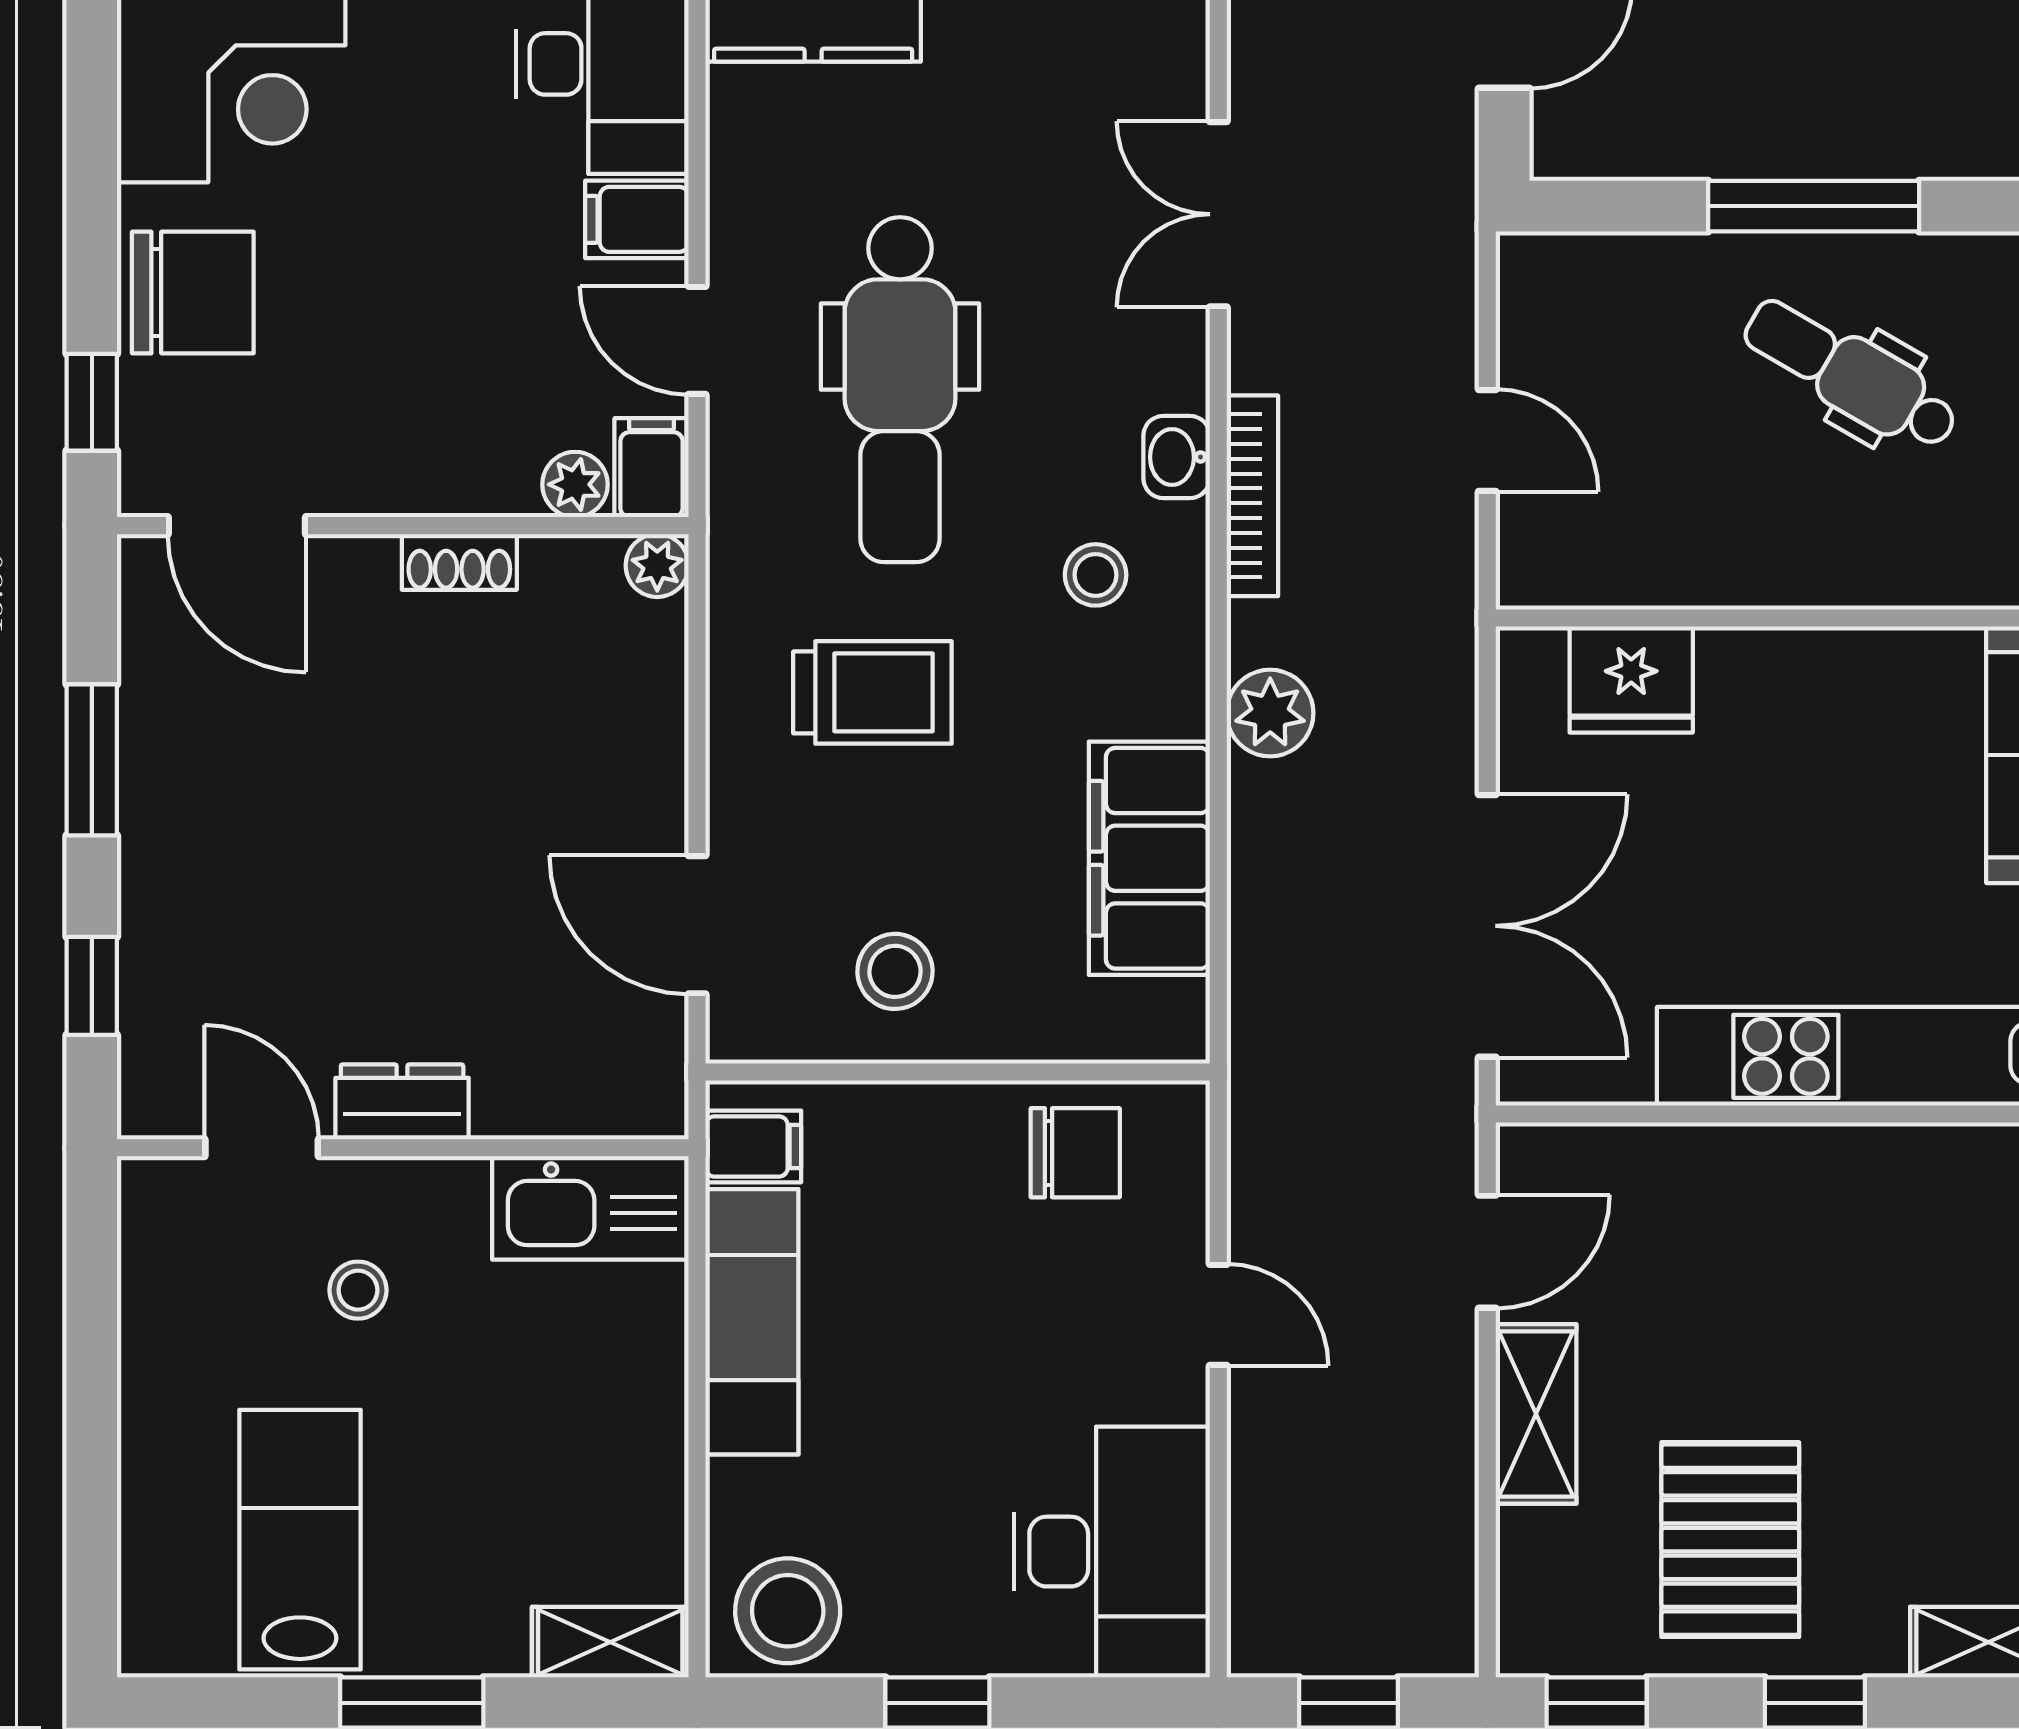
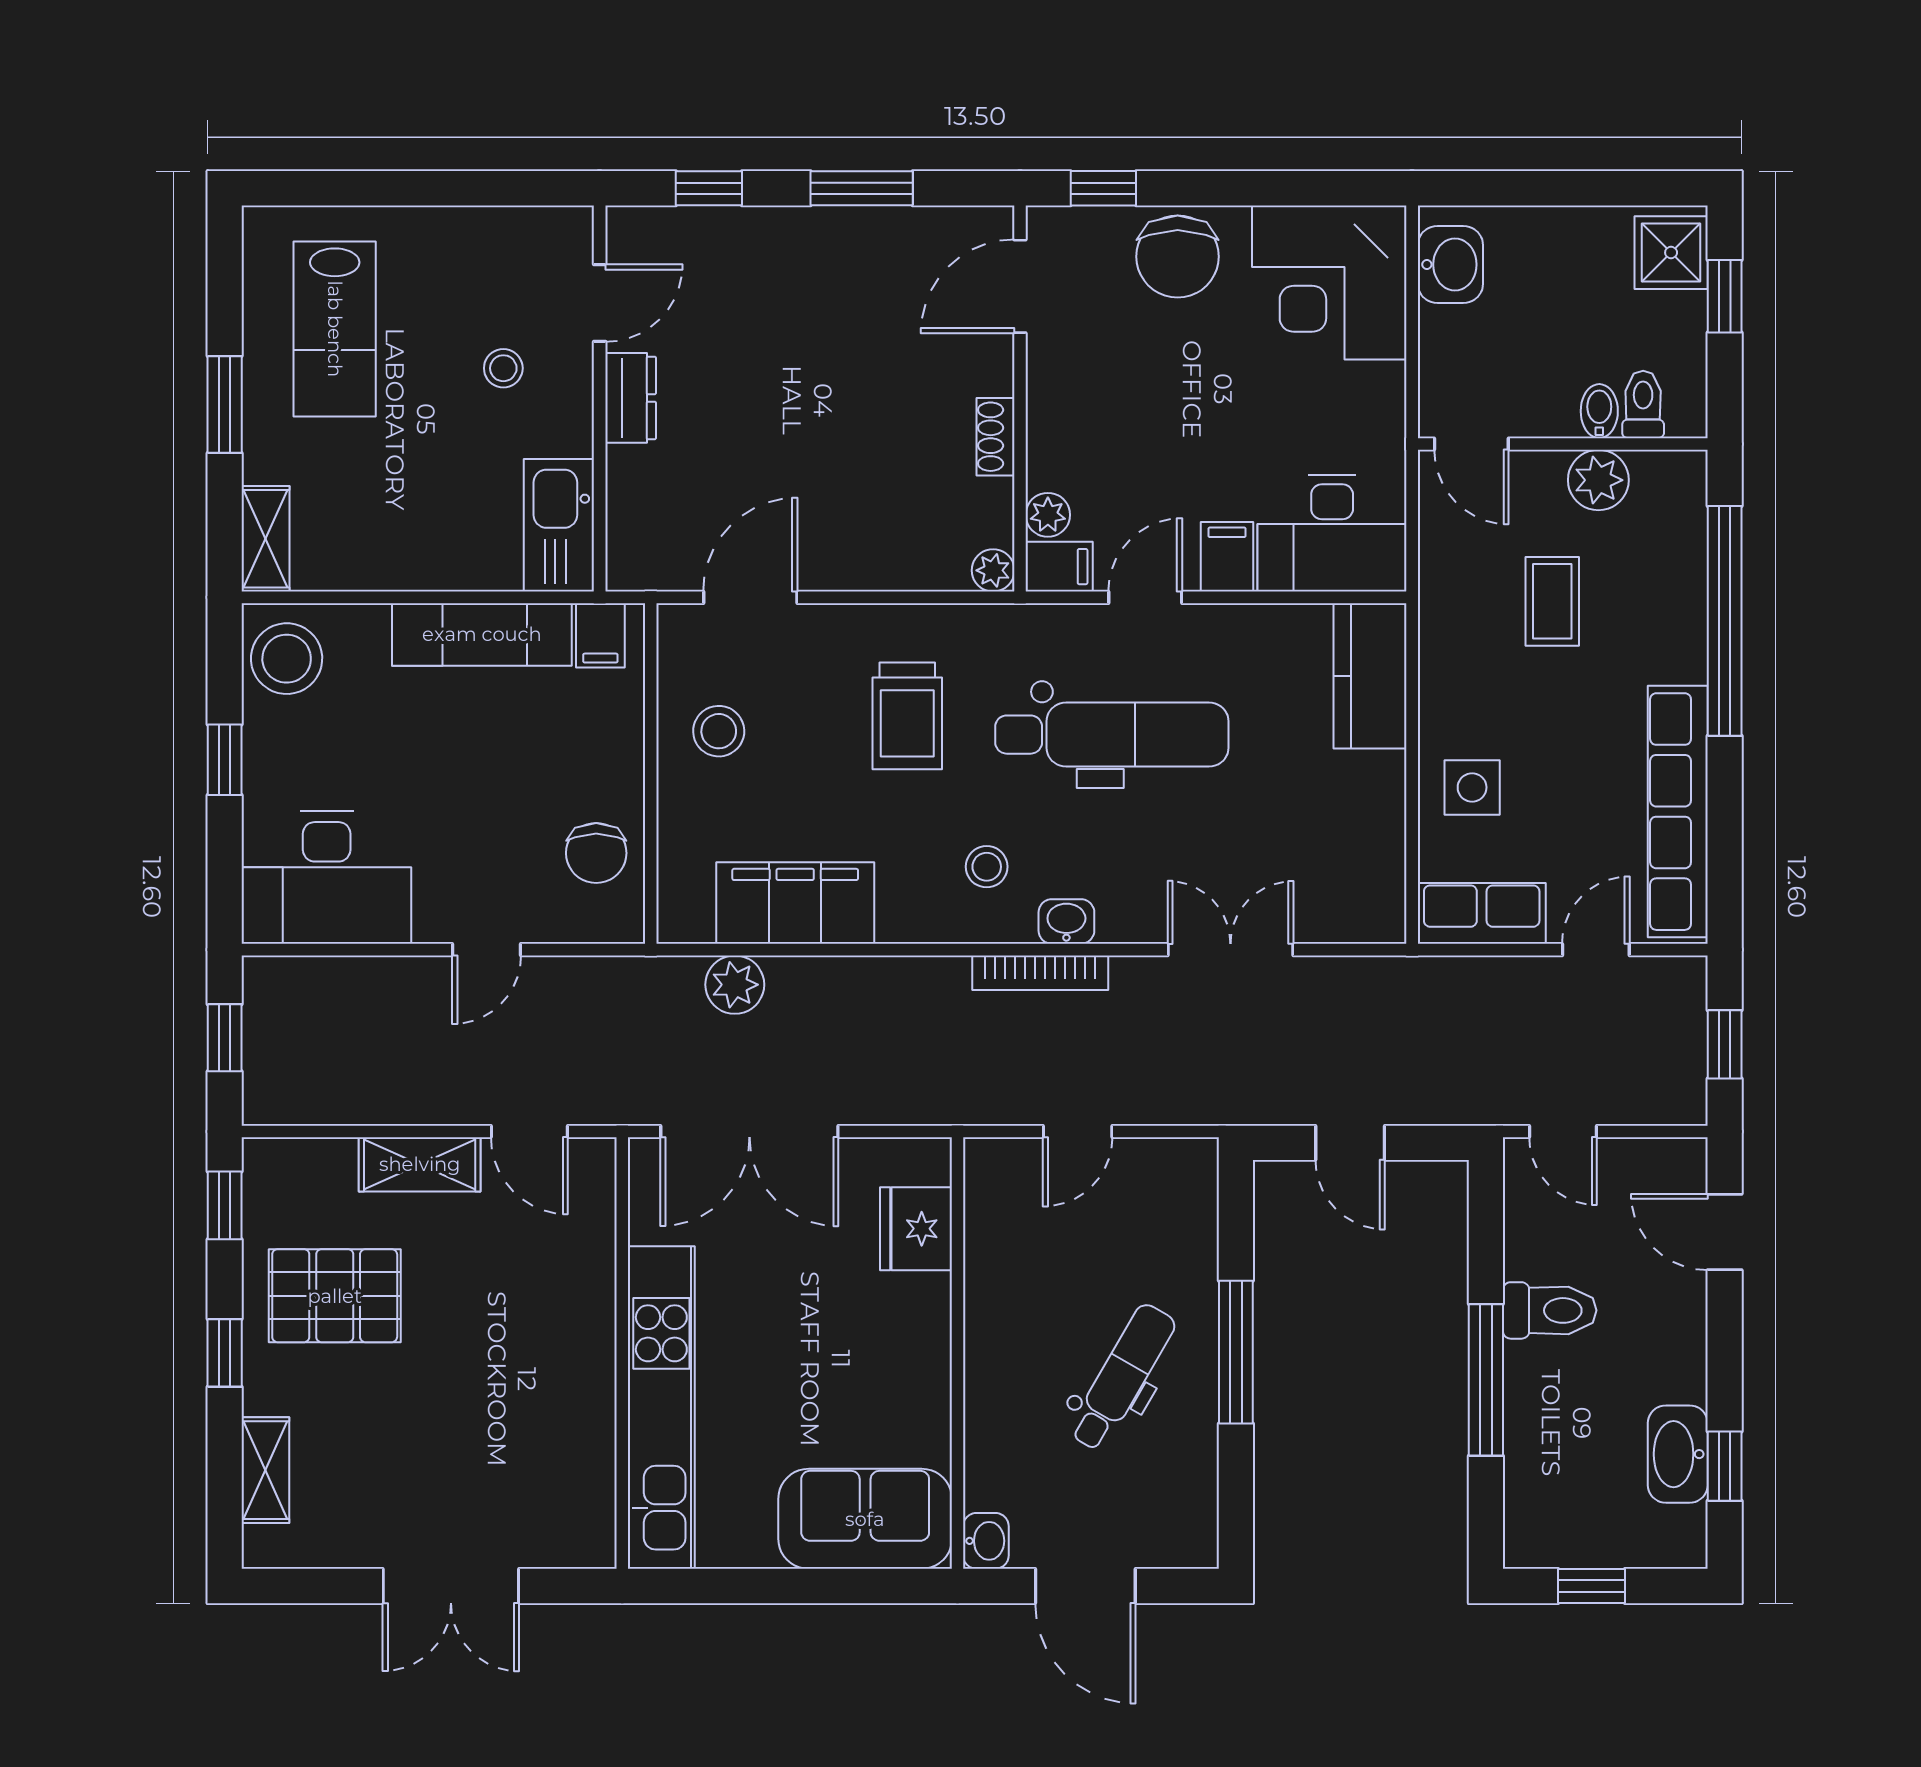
dental chair: (900, 390) -> (1112, 735), turned 180
plant: (1270, 713) -> (735, 985), moved
lab bench: (300, 1540) -> (335, 329), turned 90

